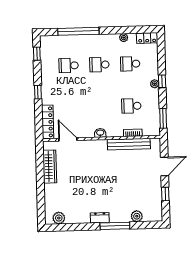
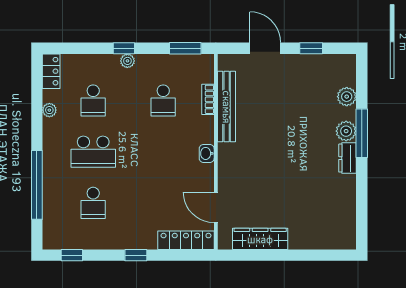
school desk: (99, 65) -> (93, 152), width x1.85
door: (68, 139) -> (216, 207), hinge flipped
plant: (59, 218) -> (346, 131), moved

